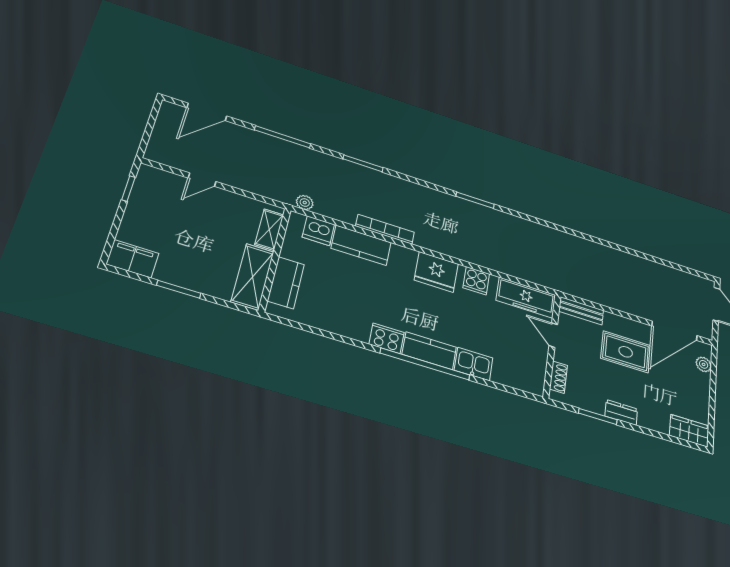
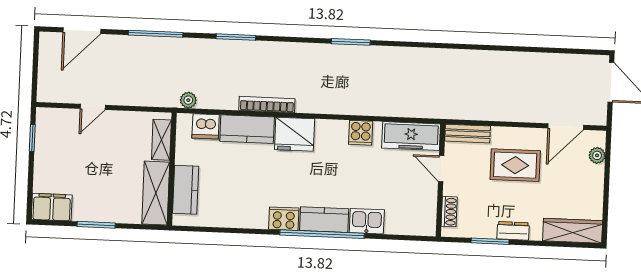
fridge: (436, 272) -> (295, 134), moved
door: (674, 331) -> (566, 127), width x0.73
wardrobe: (689, 431) -> (573, 231), width x1.50

